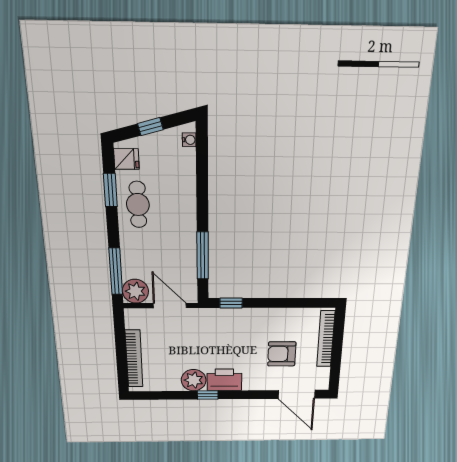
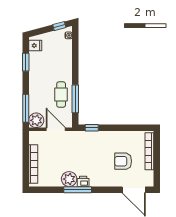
window: (150, 127) -> (59, 26), moved
cafe table: (138, 205) -> (61, 95), moved
printer: (224, 380) -> (83, 181), width x0.53, depth x0.68
window: (208, 395) -> (78, 190), width x2.17

